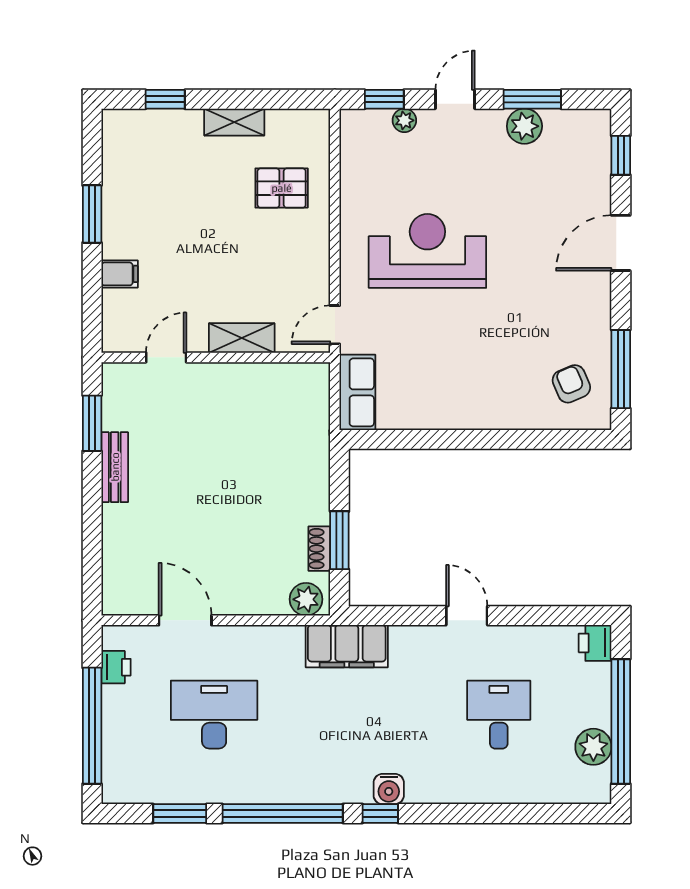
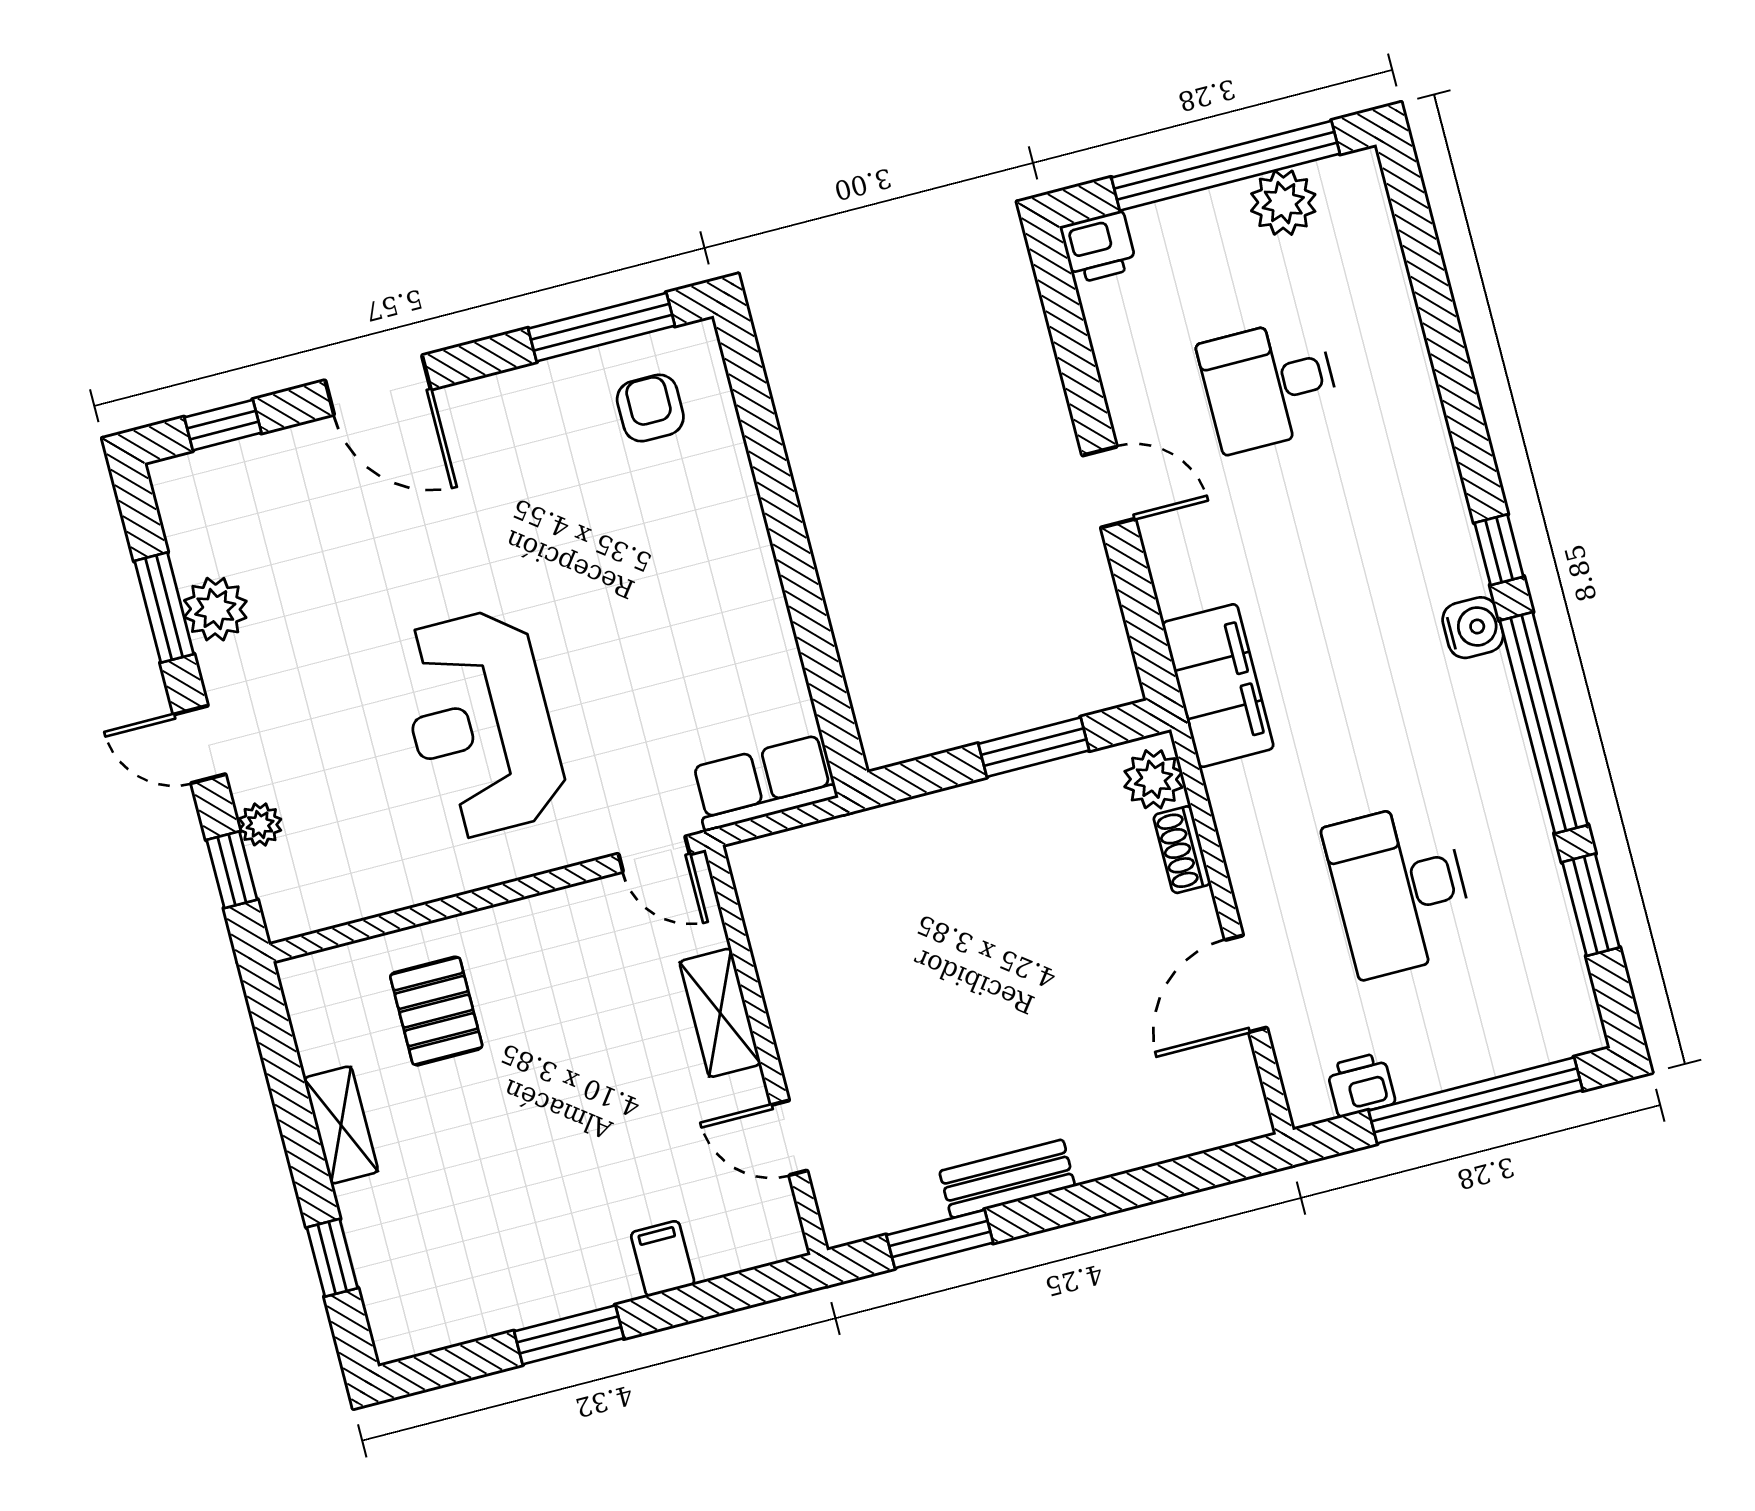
armchair: (571, 384) -> (650, 408), turned 113
shoe rack: (319, 549) -> (1182, 850), moved, turned 90
door: (467, 616) -> (1109, 487), swing flipped
water cooler: (389, 789) -> (1473, 628), moved

